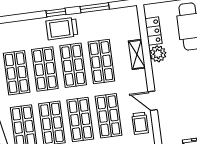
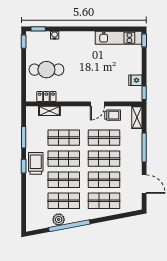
trolley: (62, 29) -> (36, 163), turned 180
shelving: (137, 54) -> (49, 111), moved
plant: (158, 54) -> (63, 95), removed

